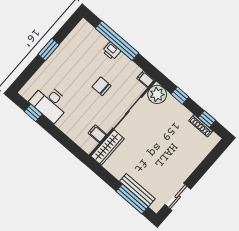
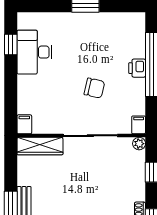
chair: (101, 86) -> (94, 88), turned 103
plant: (157, 94) -> (139, 144), width x0.53, depth x0.53
filing cabinet: (97, 134) -> (24, 124), moved

